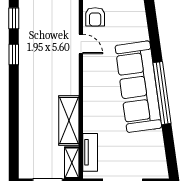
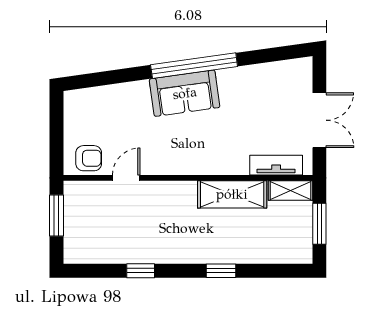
window: (14, 18) -> (221, 271), moved
sofa: (138, 87) -> (185, 93), width x0.54, depth x0.79

